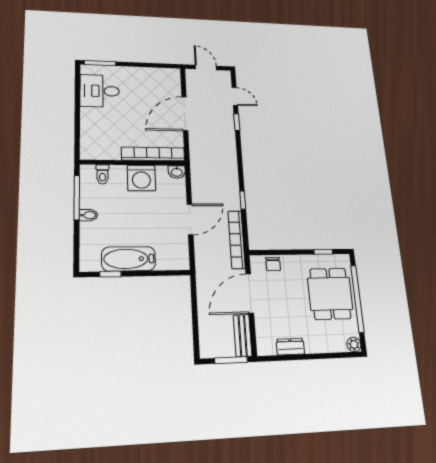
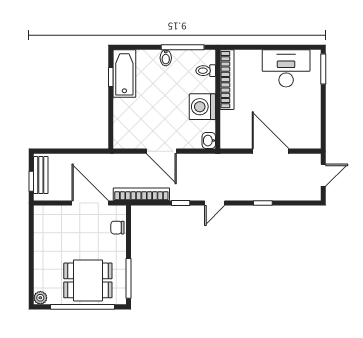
desk: (100, 91) -> (286, 68), width x1.37
door: (235, 96) -> (215, 203), moved
bookcase: (153, 154) -> (227, 80), moved
window: (323, 252) -> (129, 278), width x2.17
bathtub: (129, 259) -> (124, 74), moved
bench: (243, 335) -> (41, 175), moved, turned 90
dresser: (290, 347) -> (41, 237), removed
window: (231, 360) -> (31, 181), width x0.67

